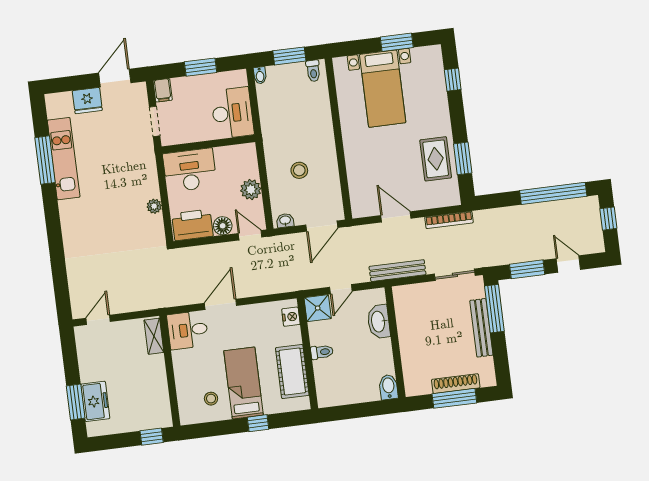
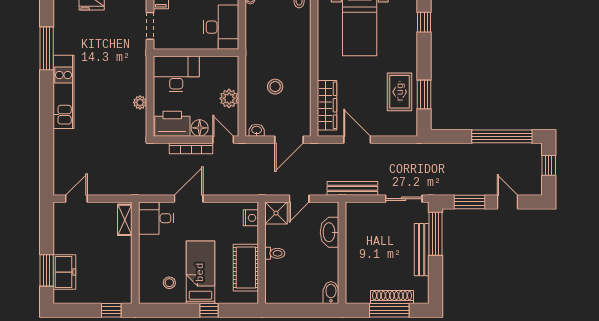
kitchen unit: (64, 159) -> (64, 92), moved
wardrobe: (358, 183) -> (327, 105), added
bookcase: (449, 220) -> (191, 148), moved

